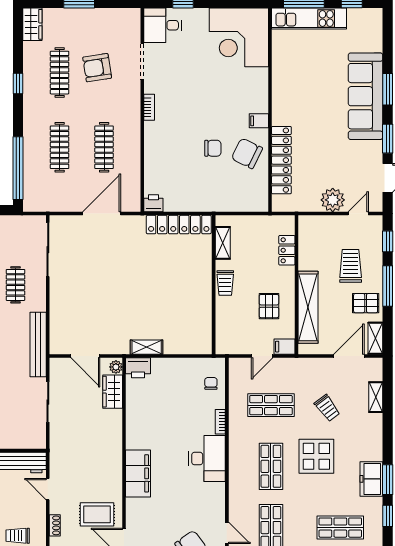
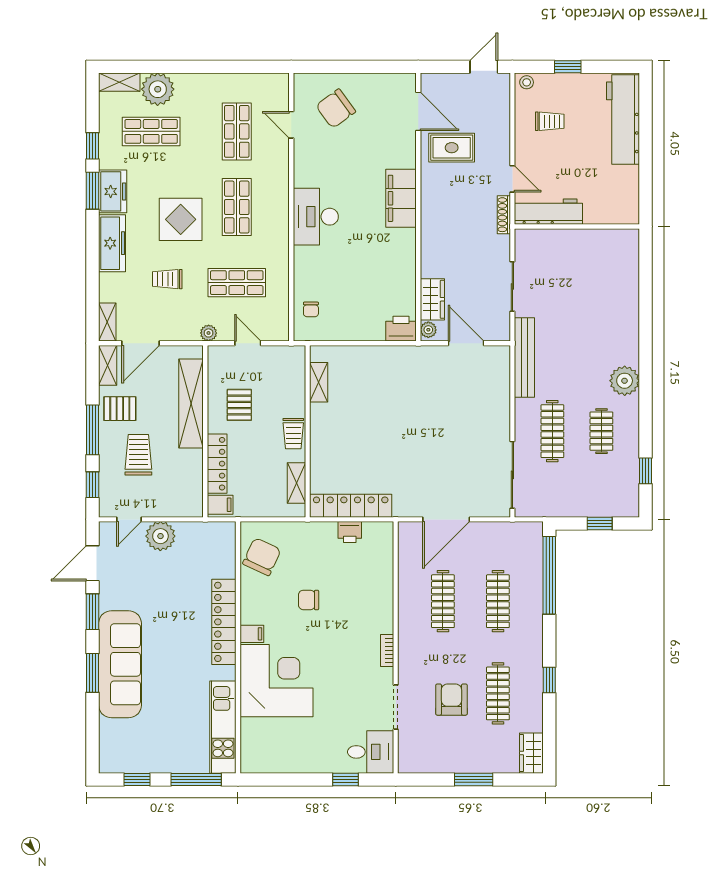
kitchen unit: (309, 18) -> (223, 727), moved, turned -90
corner desk: (239, 37) -> (276, 681), moved
armchair: (97, 68) -> (451, 700), turned -81
chair: (247, 153) -> (262, 557), moved, turned -91
locker: (281, 160) -> (224, 622), moved
printer: (153, 203) -> (350, 532), moved
locker: (287, 250) -> (217, 464), width x1.53
trolley: (351, 266) -> (138, 455), turned 180
trolley: (225, 283) -> (293, 434), turned 180
clothes rail: (15, 285) -> (552, 431), width x1.36
shelving: (147, 347) -> (319, 382), moved, turned 90
filing cabinet: (284, 347) -> (220, 505), moved
door: (262, 356) -> (248, 343), hinge flipped
plant: (294, 364) -> (209, 333), added
shelving: (376, 397) -> (107, 322), moved
trolley: (327, 408) -> (167, 279), turned -53
bookcase: (220, 422) -> (299, 262), removed
freezer: (372, 437) -> (112, 243), added
shoe rack: (55, 525) -> (504, 215), moved, width x1.43

